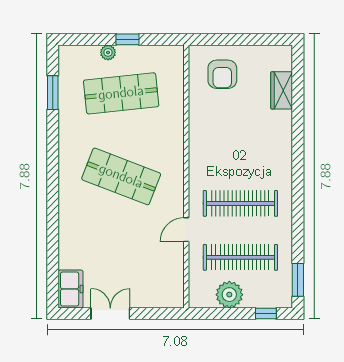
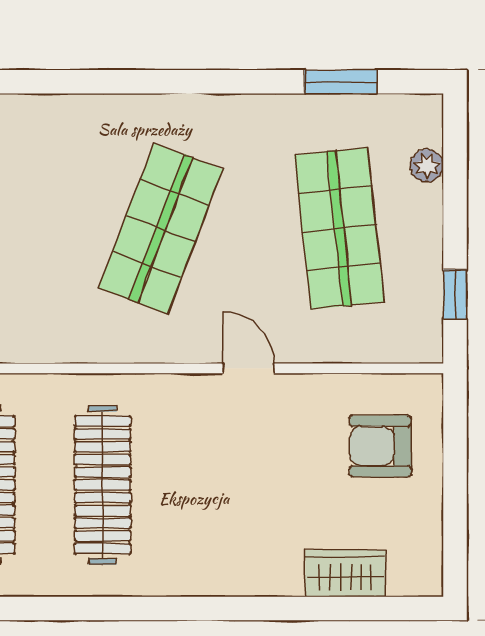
window: (128, 39) -> (455, 294), moved
plant: (108, 52) -> (427, 166), moved
door: (186, 230) -> (249, 368), moved

